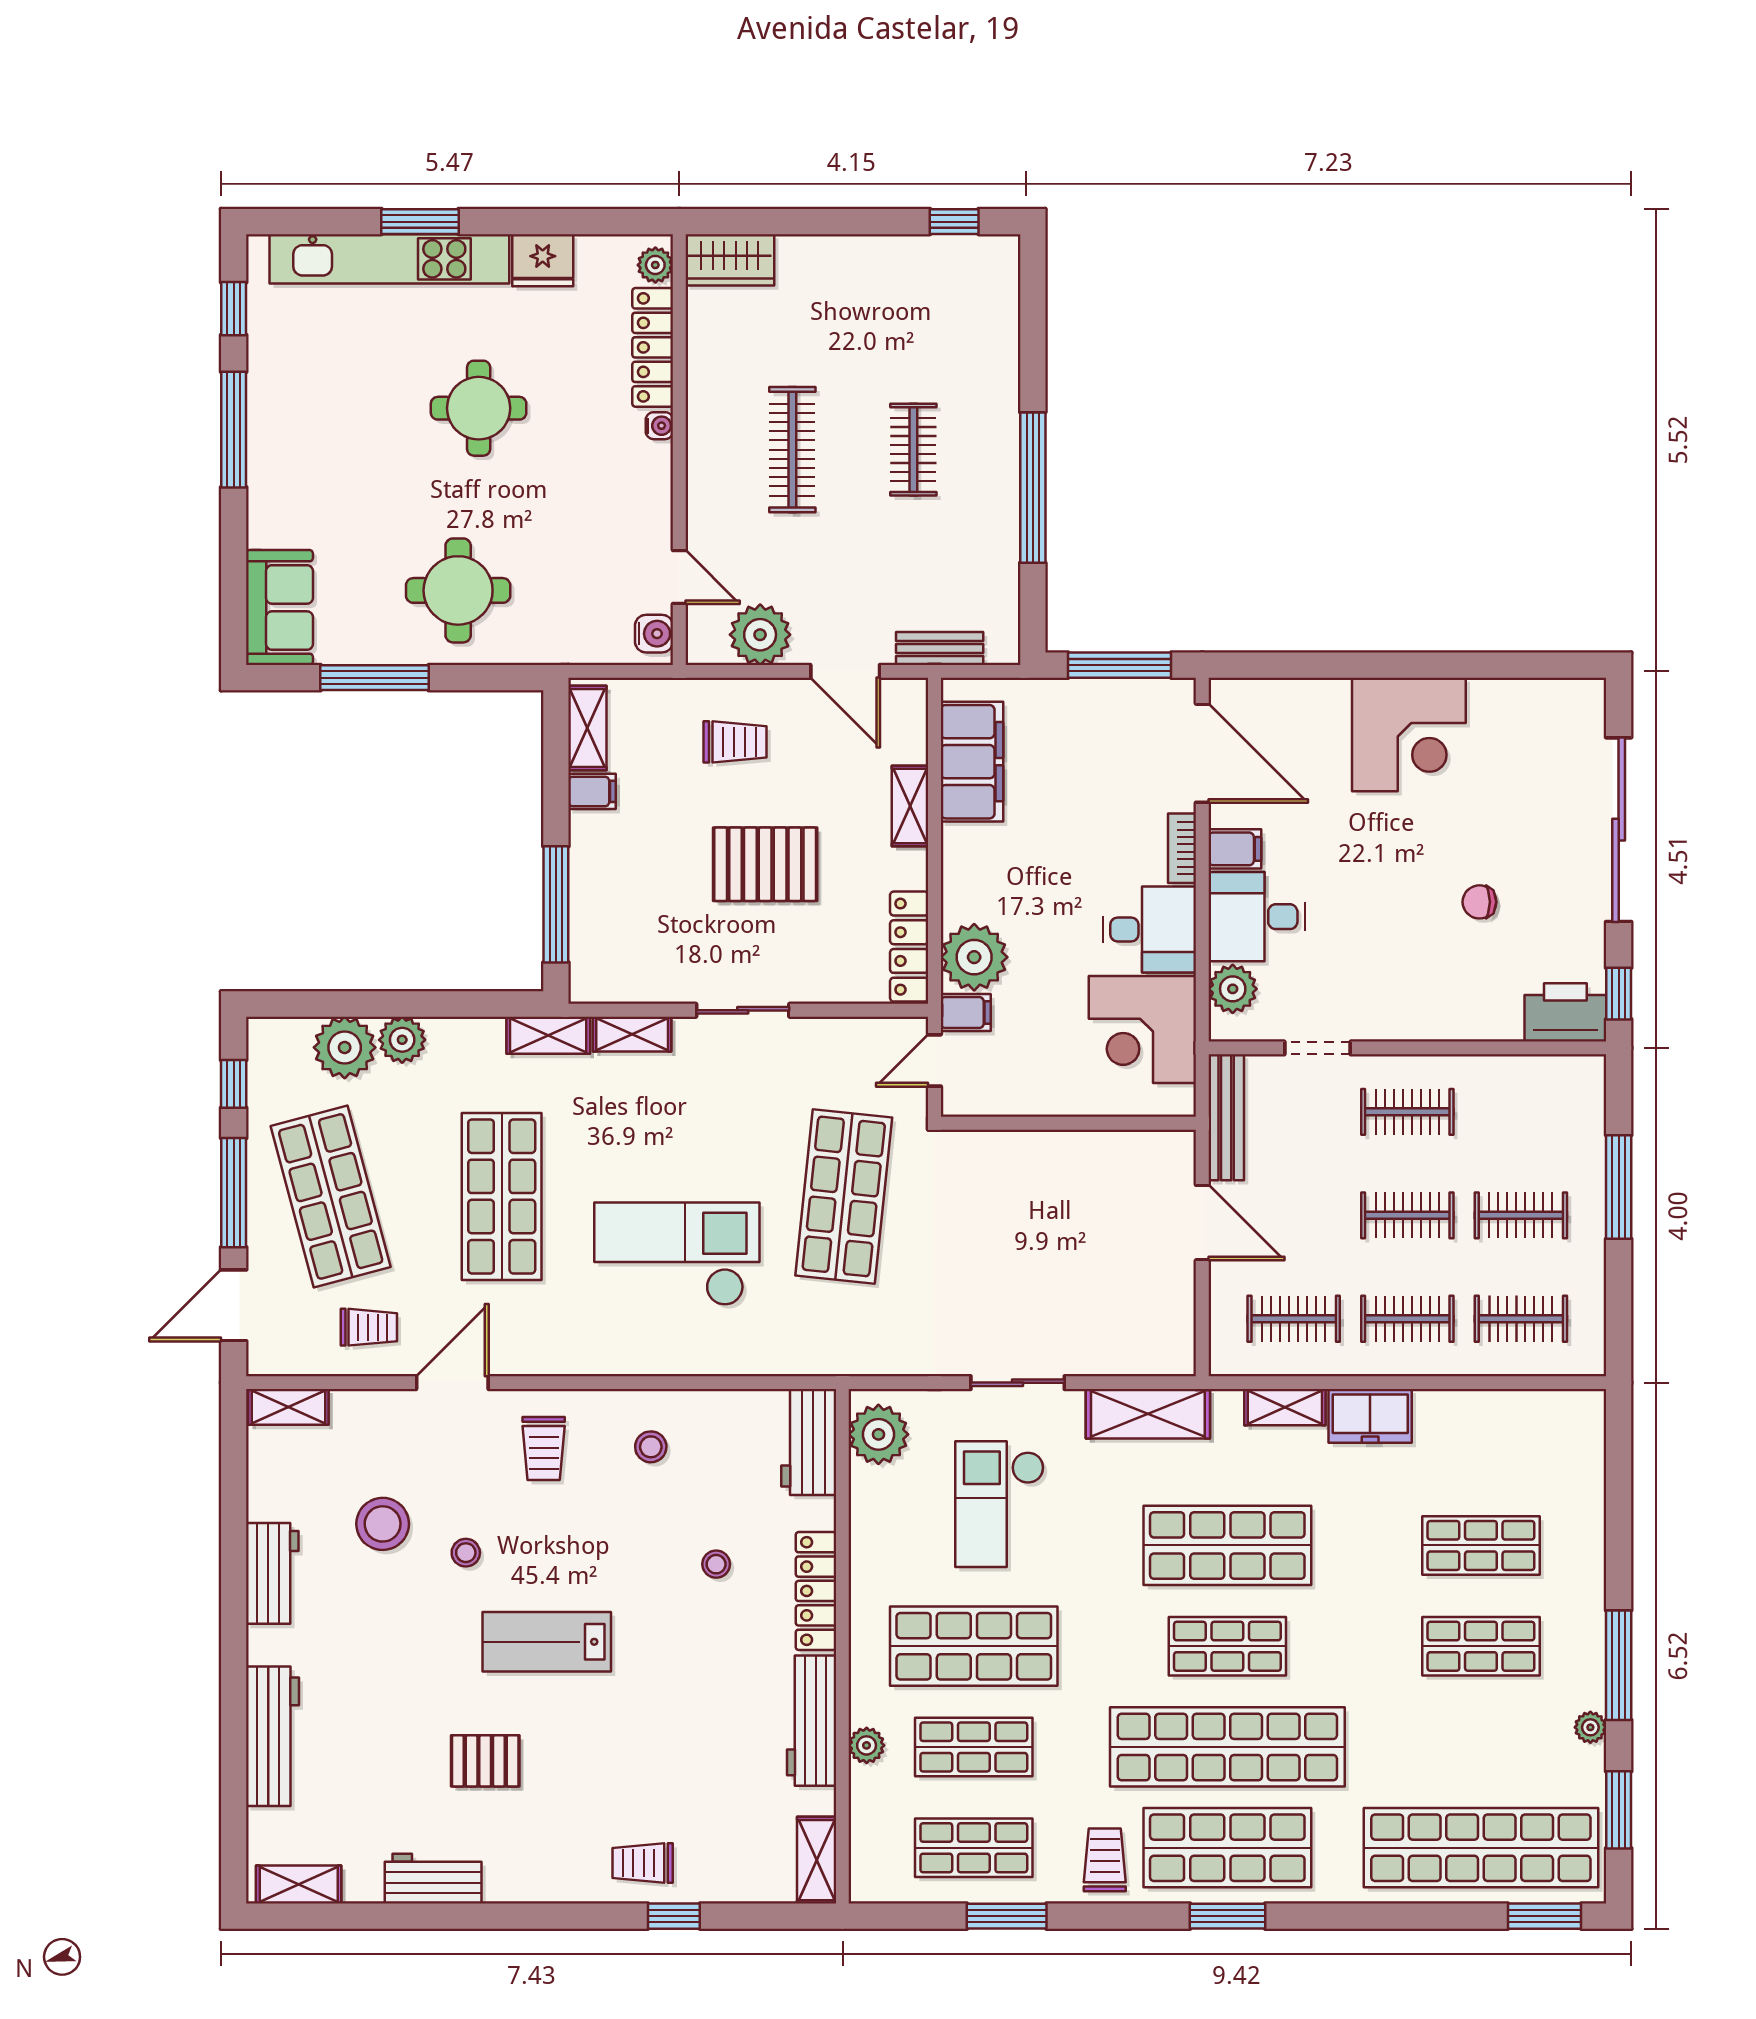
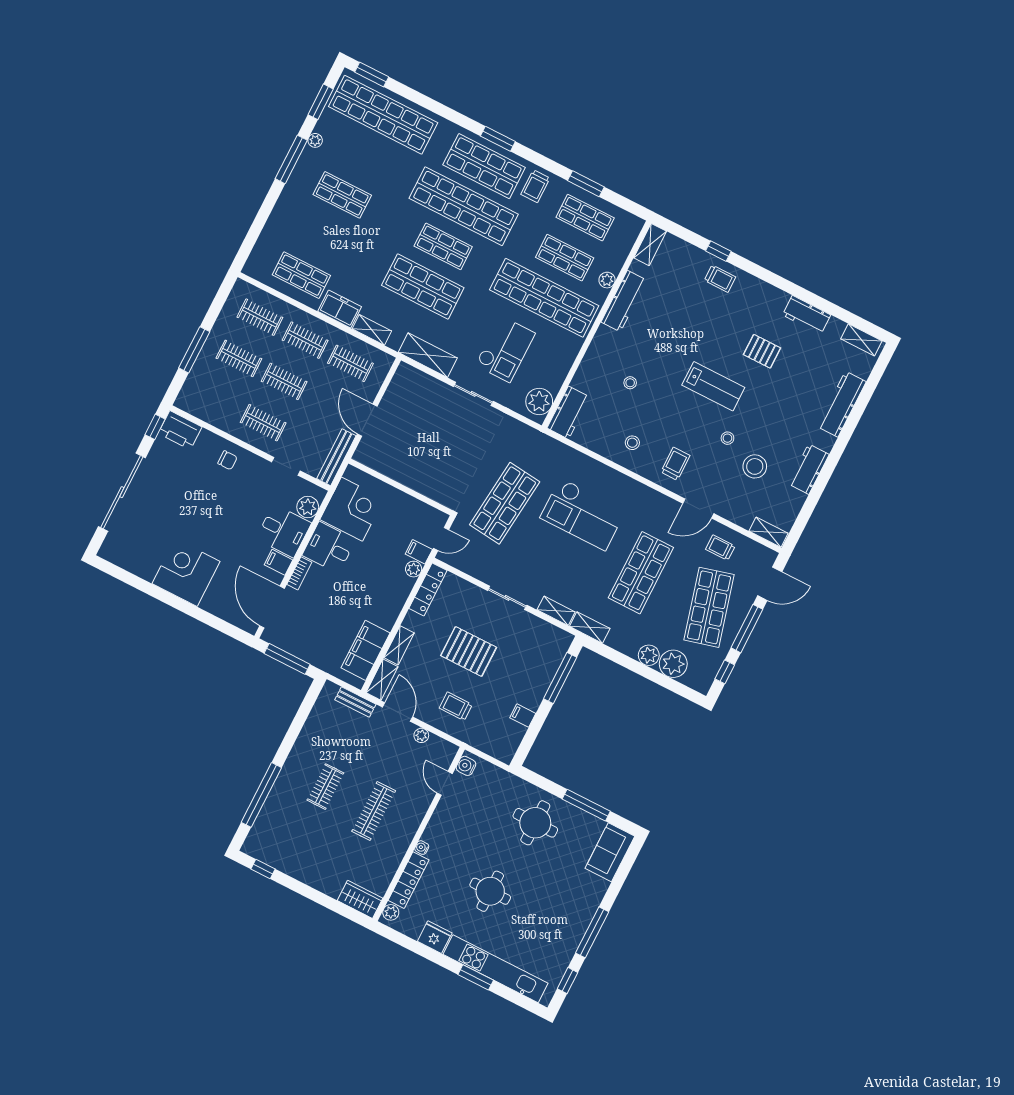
window: (1033, 488) -> (261, 795), moved
plant: (760, 635) -> (421, 735), width x0.53, depth x0.53
shelving: (587, 728) -> (382, 680), moved
chair: (1479, 902) -> (227, 460), moved
plant: (974, 957) -> (414, 569), width x0.53, depth x0.53
shop shelf: (1481, 1545) -> (301, 275), moved
locker: (816, 1591) -> (596, 352), removed
shop shelf: (974, 1646) -> (544, 298), width x1.40

